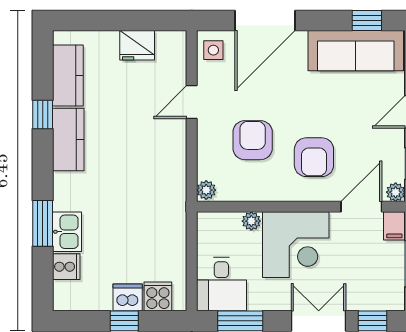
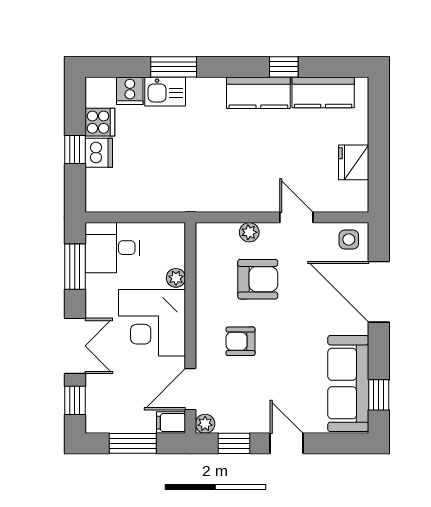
armchair: (314, 157) -> (241, 341), width x0.72, depth x0.72
plant: (206, 190) -> (249, 232), moved
door: (361, 207) -> (190, 389), swing flipped
cooker: (158, 296) -> (100, 122), moved

